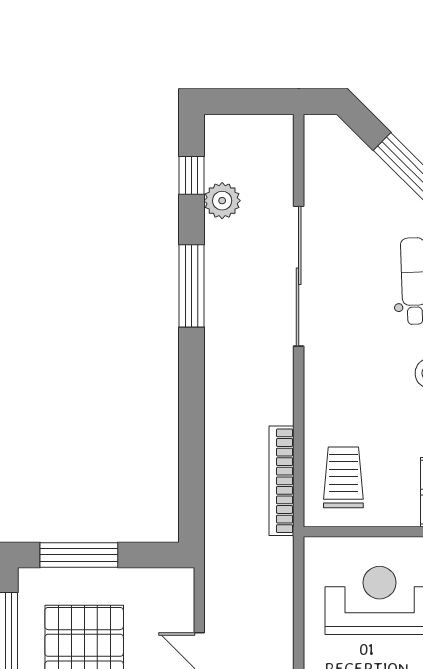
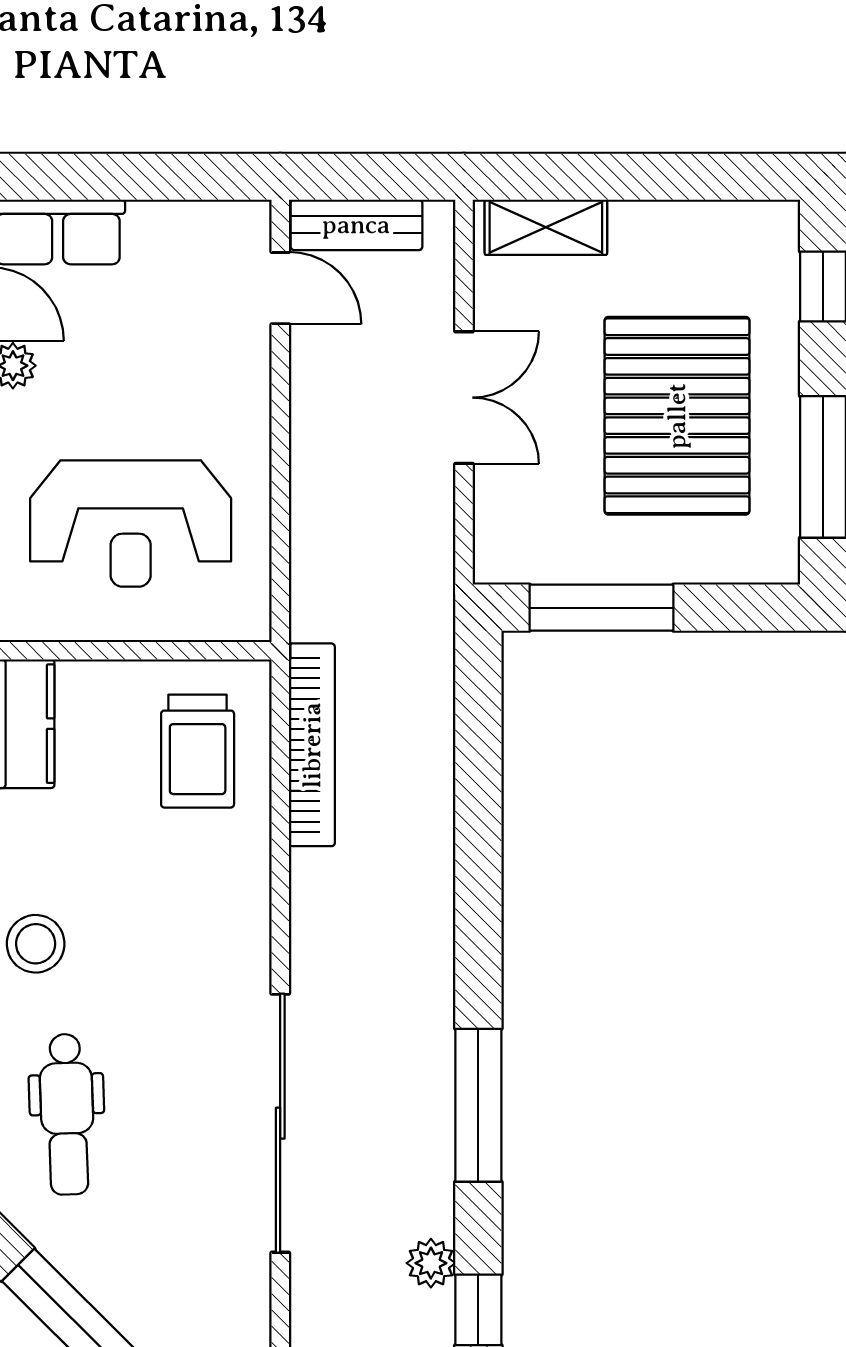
plant: (222, 201) -> (431, 1263), width x0.73, depth x0.73
window: (79, 555) -> (602, 608), moved

